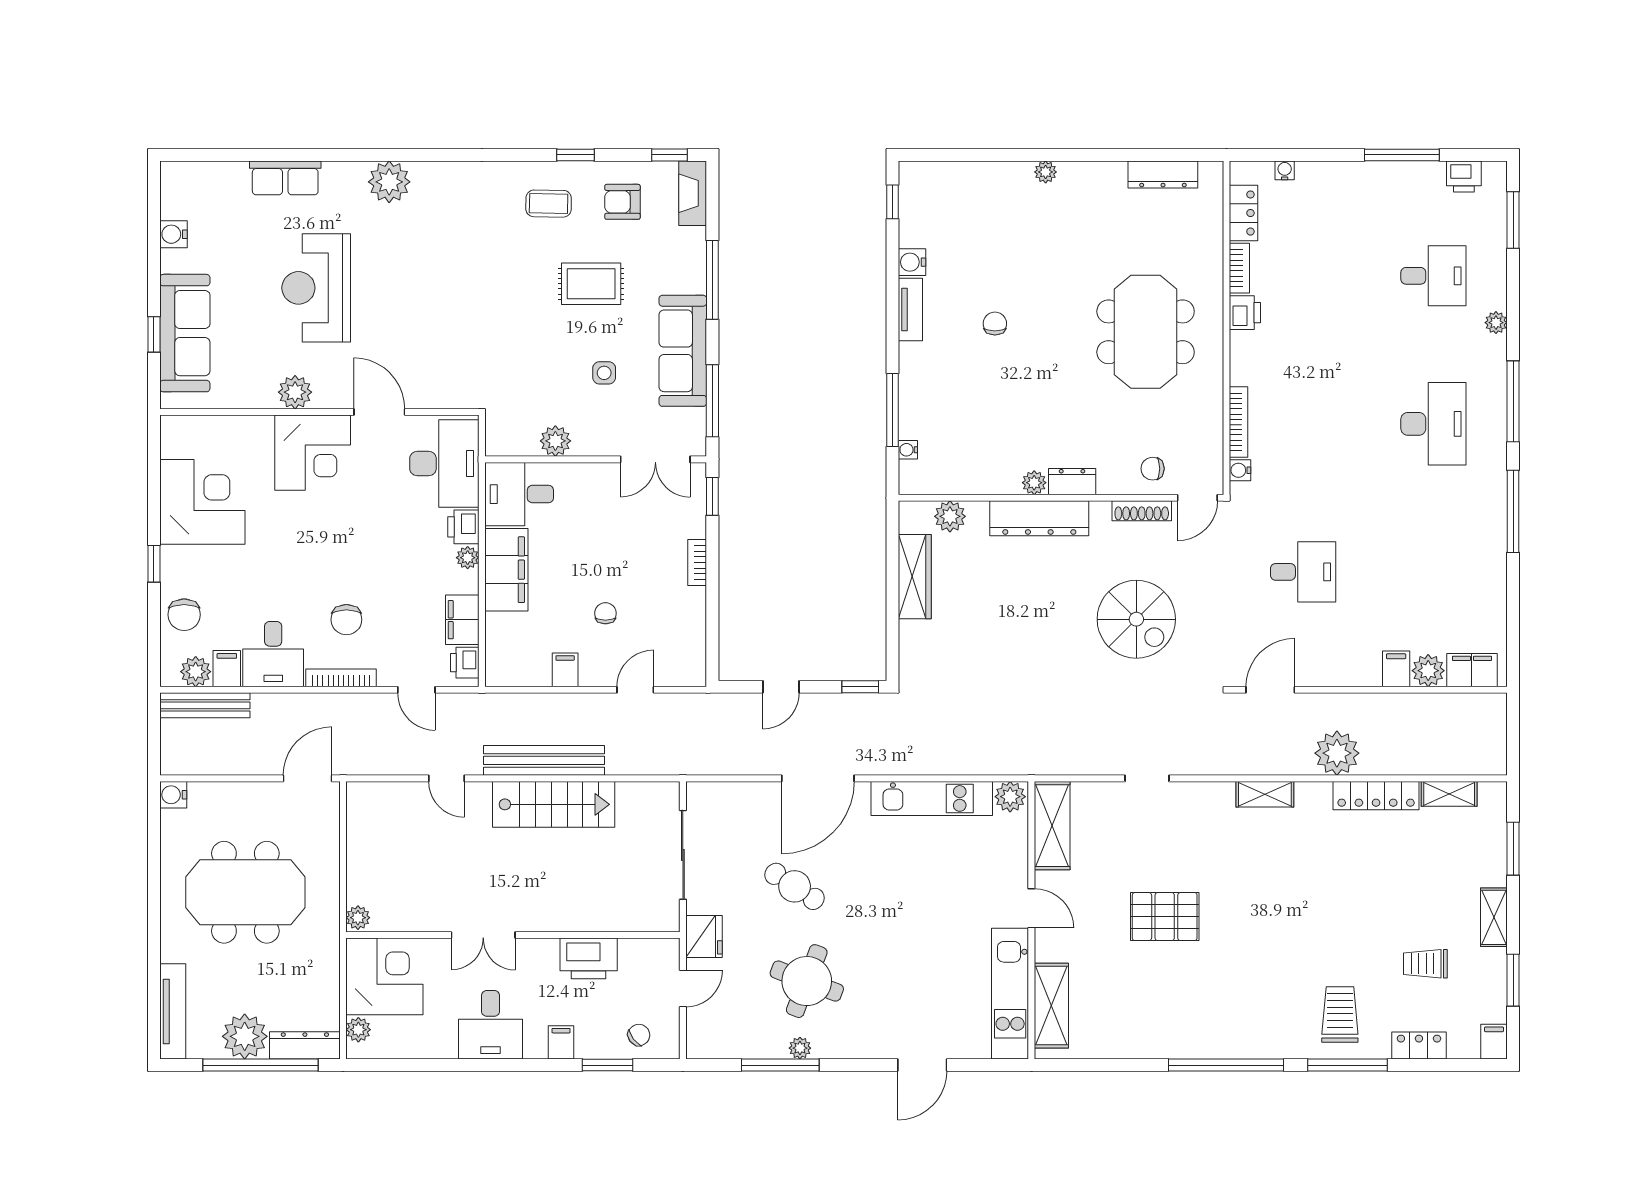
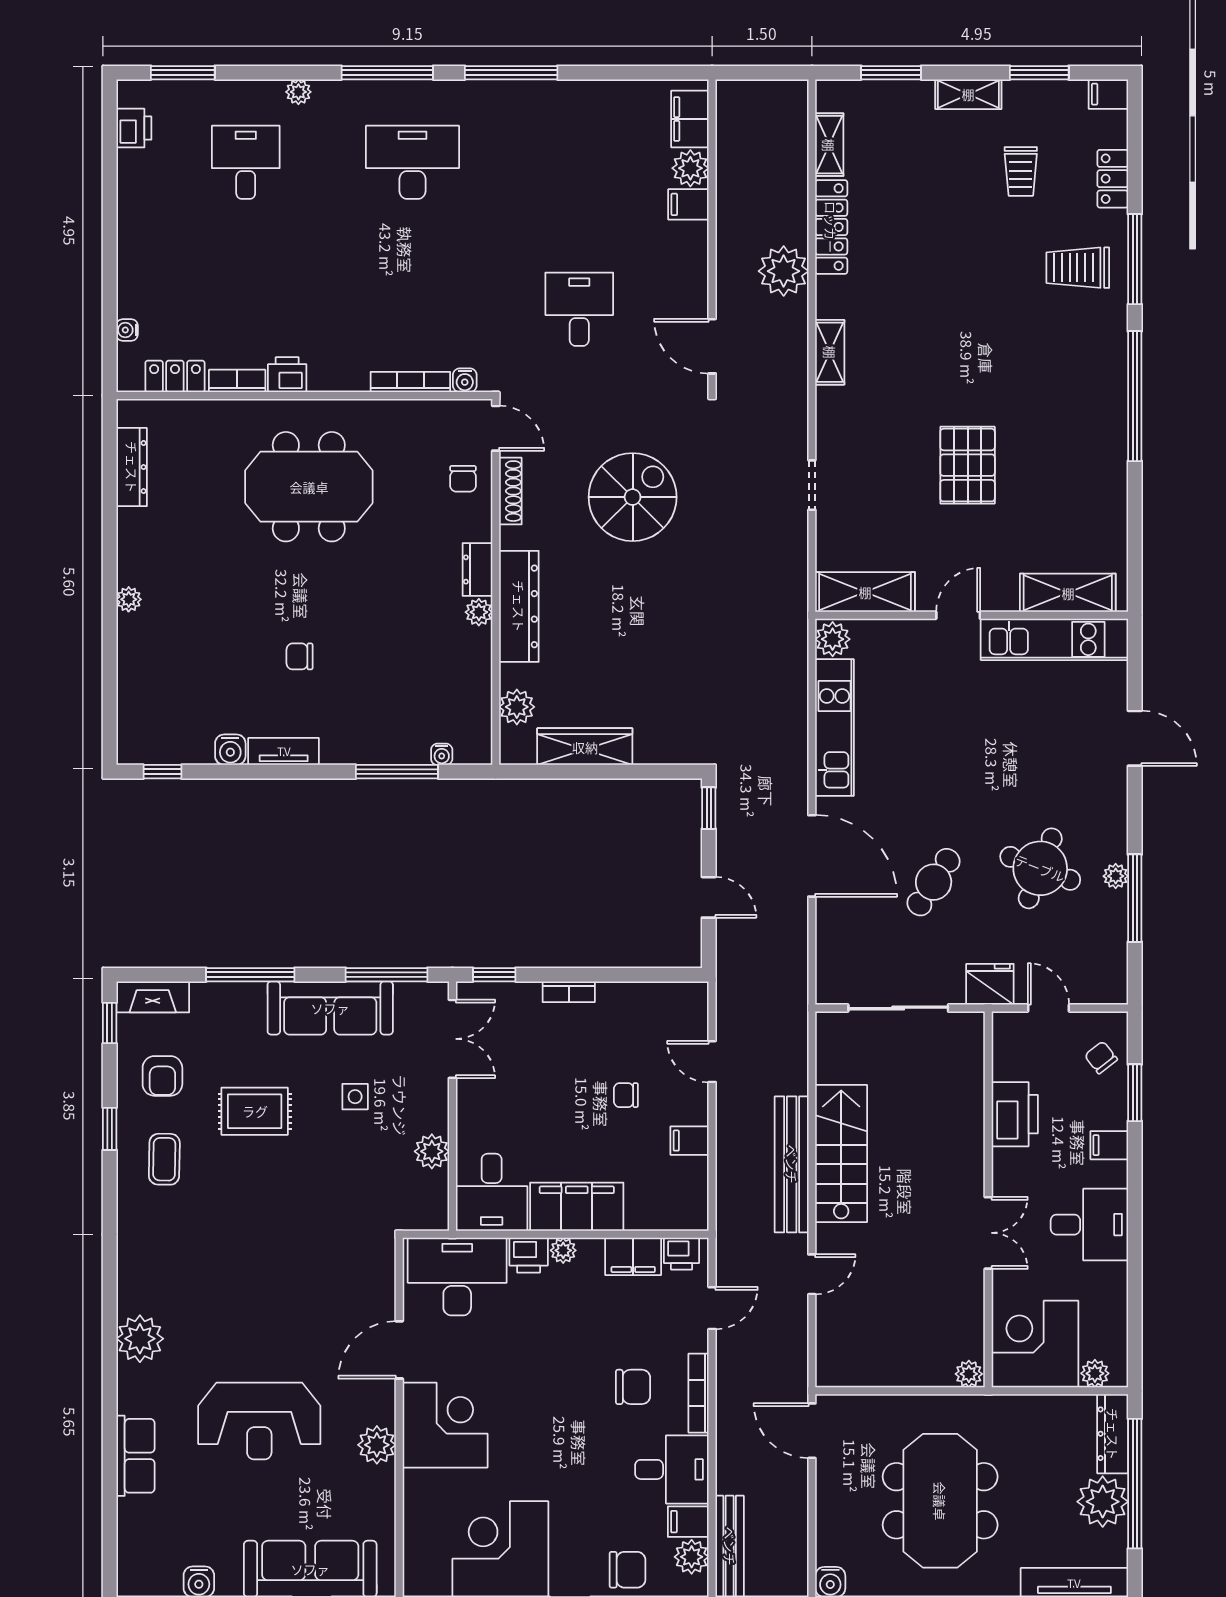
window: (1402, 155) -> (110, 198), removed
rug: (591, 284) -> (255, 1111), turned 90

